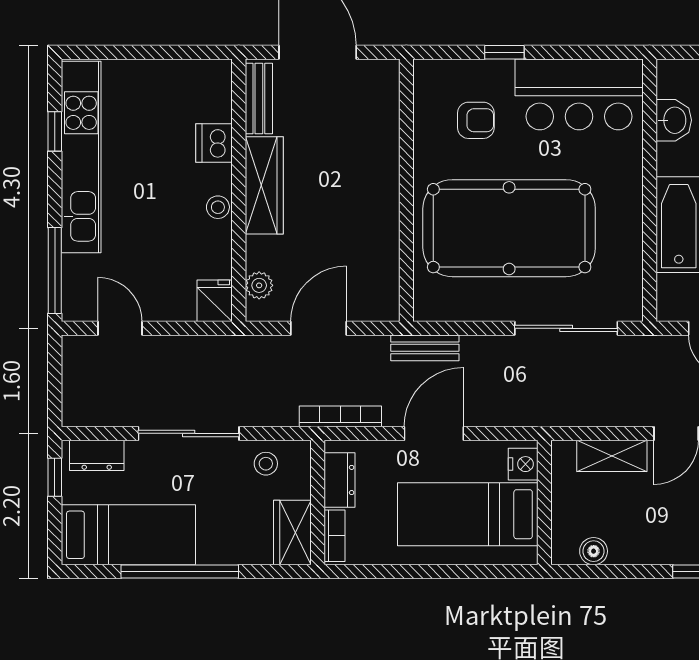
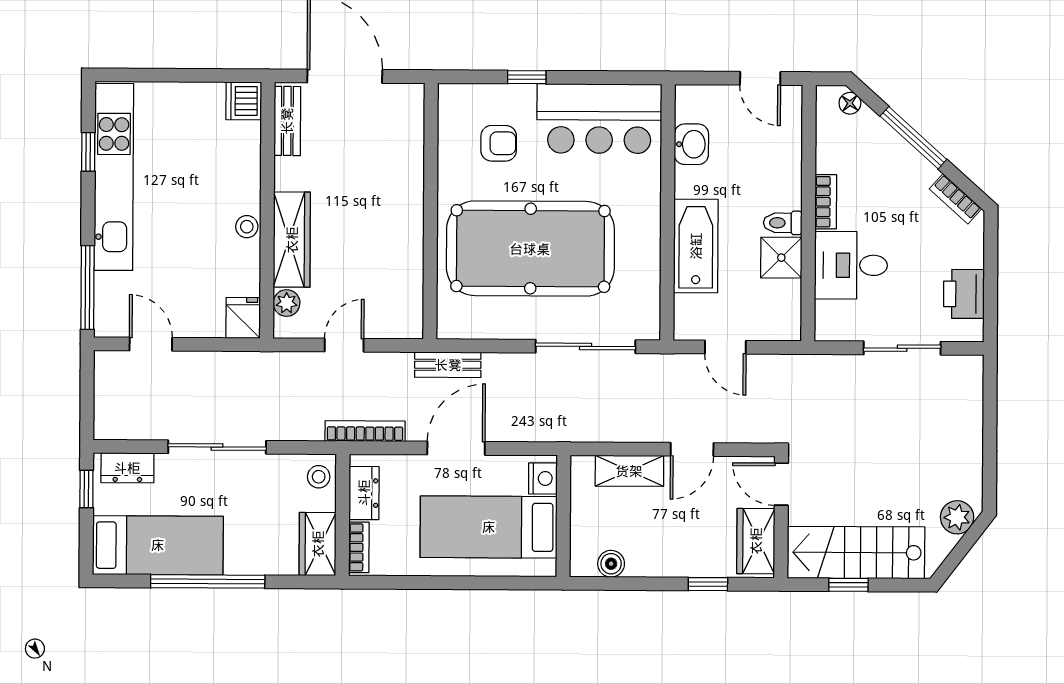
dishwasher: (214, 143) -> (244, 101), moved
wardrobe: (264, 185) -> (292, 240), moved
door: (318, 328) -> (344, 345), width x0.73
stool: (266, 464) -> (319, 477), moved

